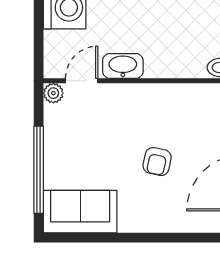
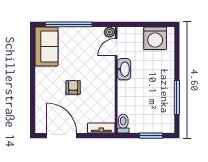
door: (82, 81) -> (116, 47), swing flipped
armchair: (157, 162) -> (73, 87), turned 78

